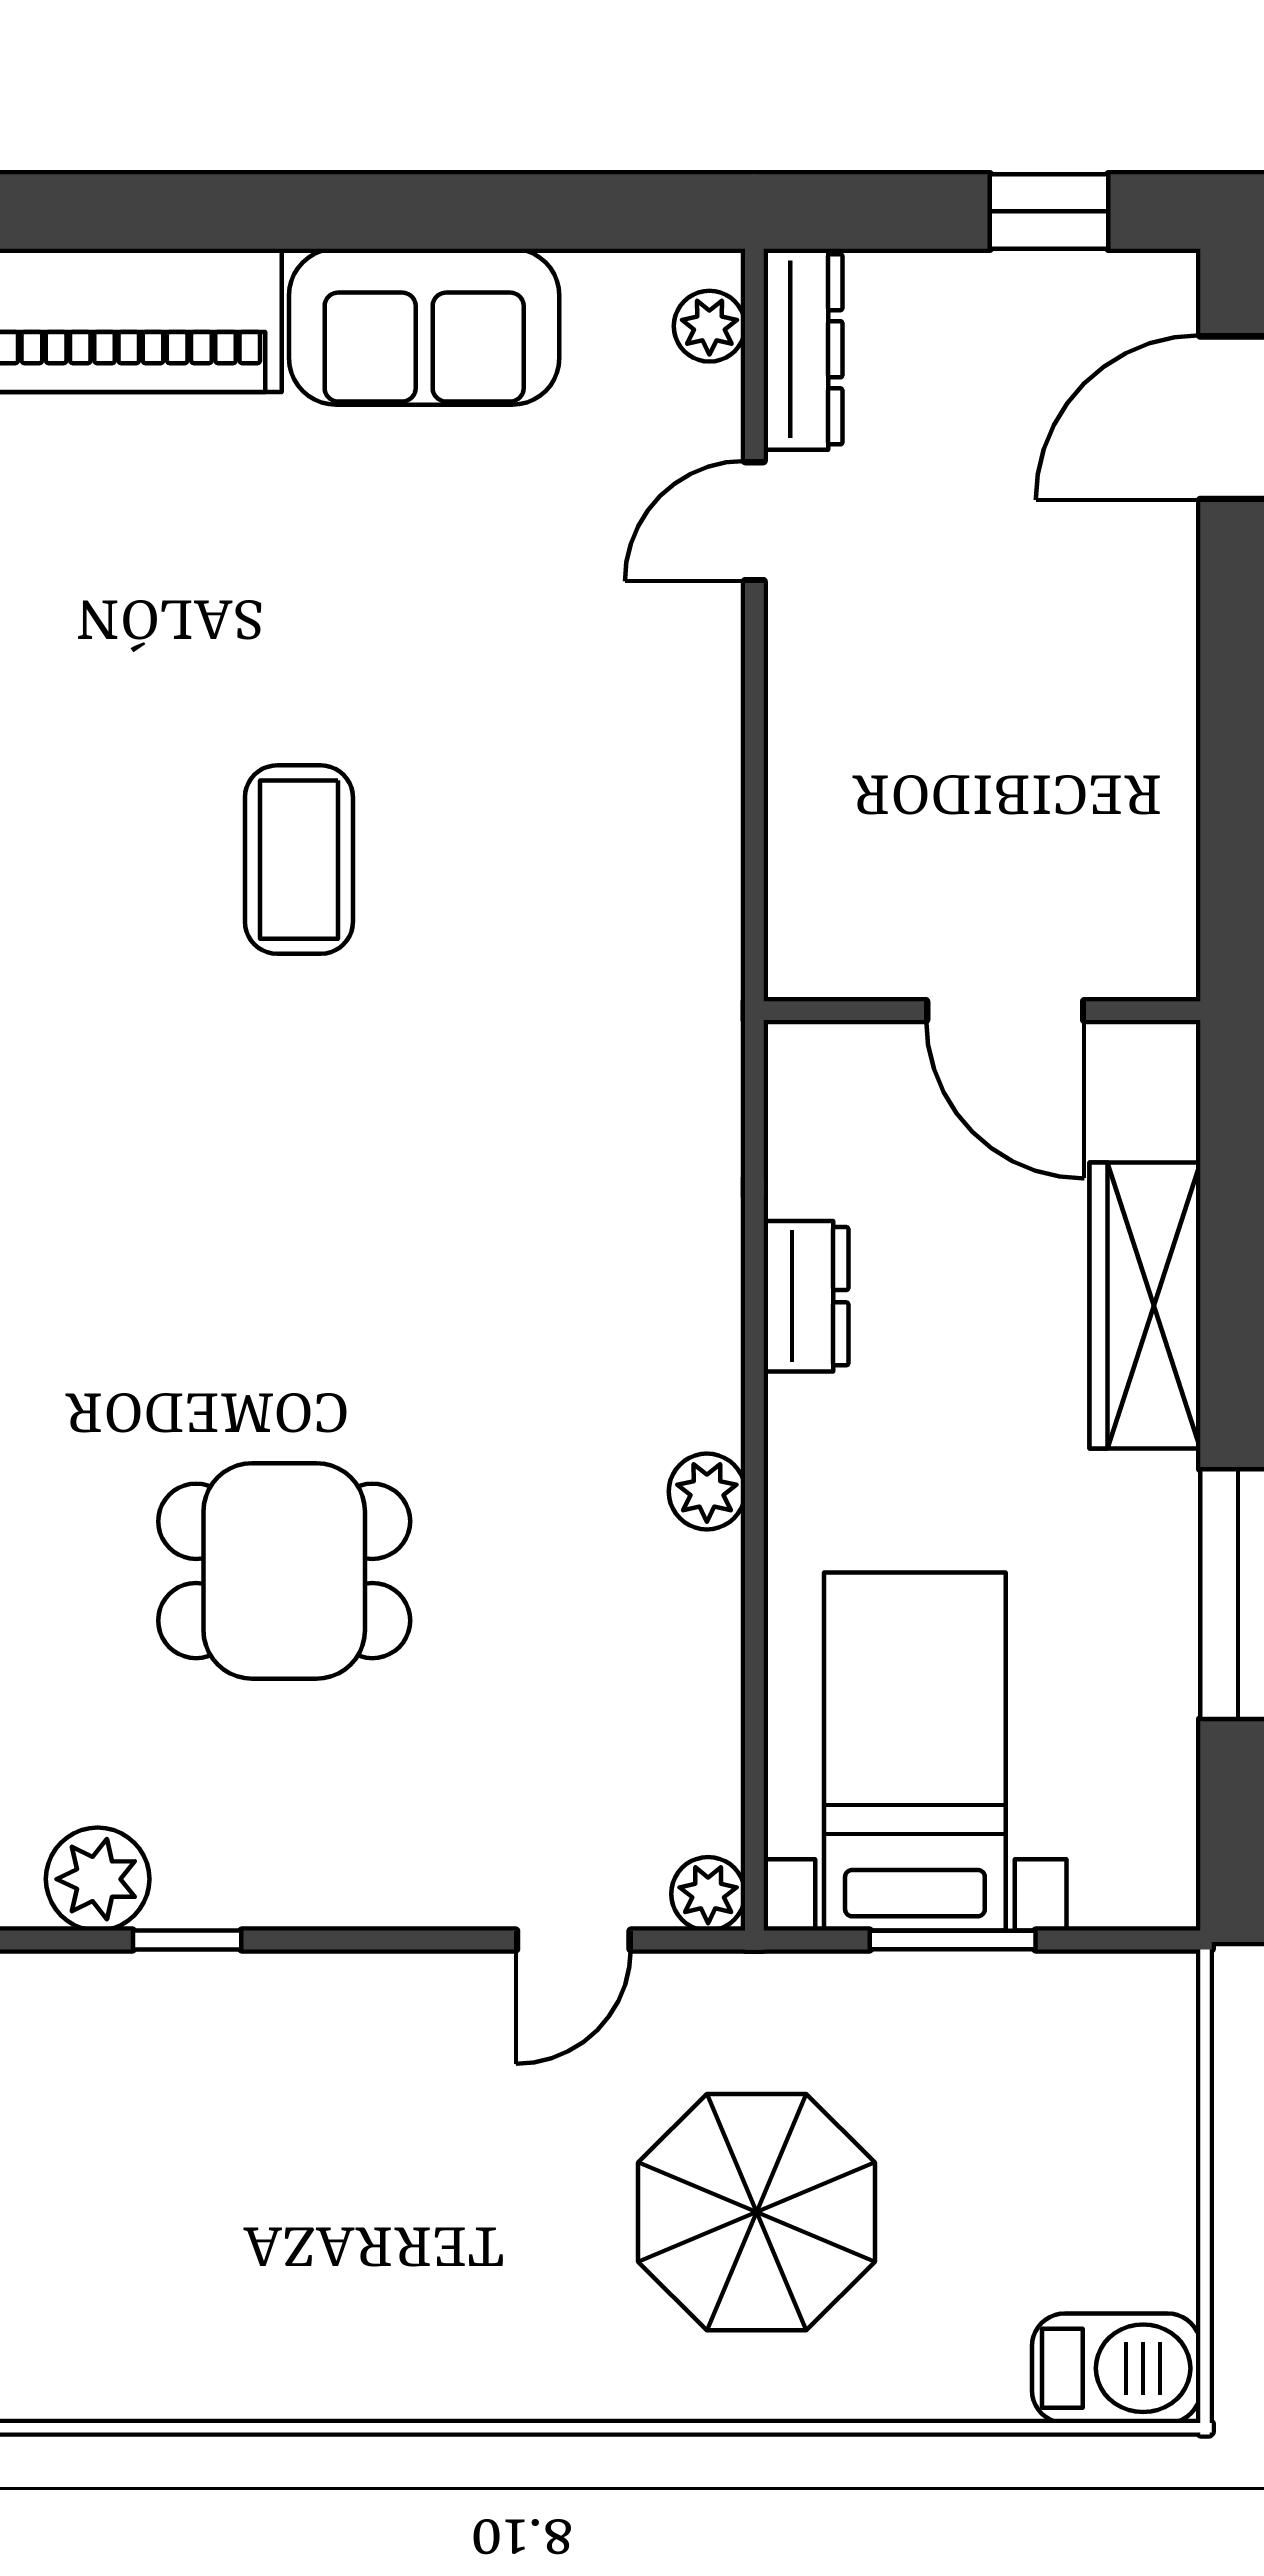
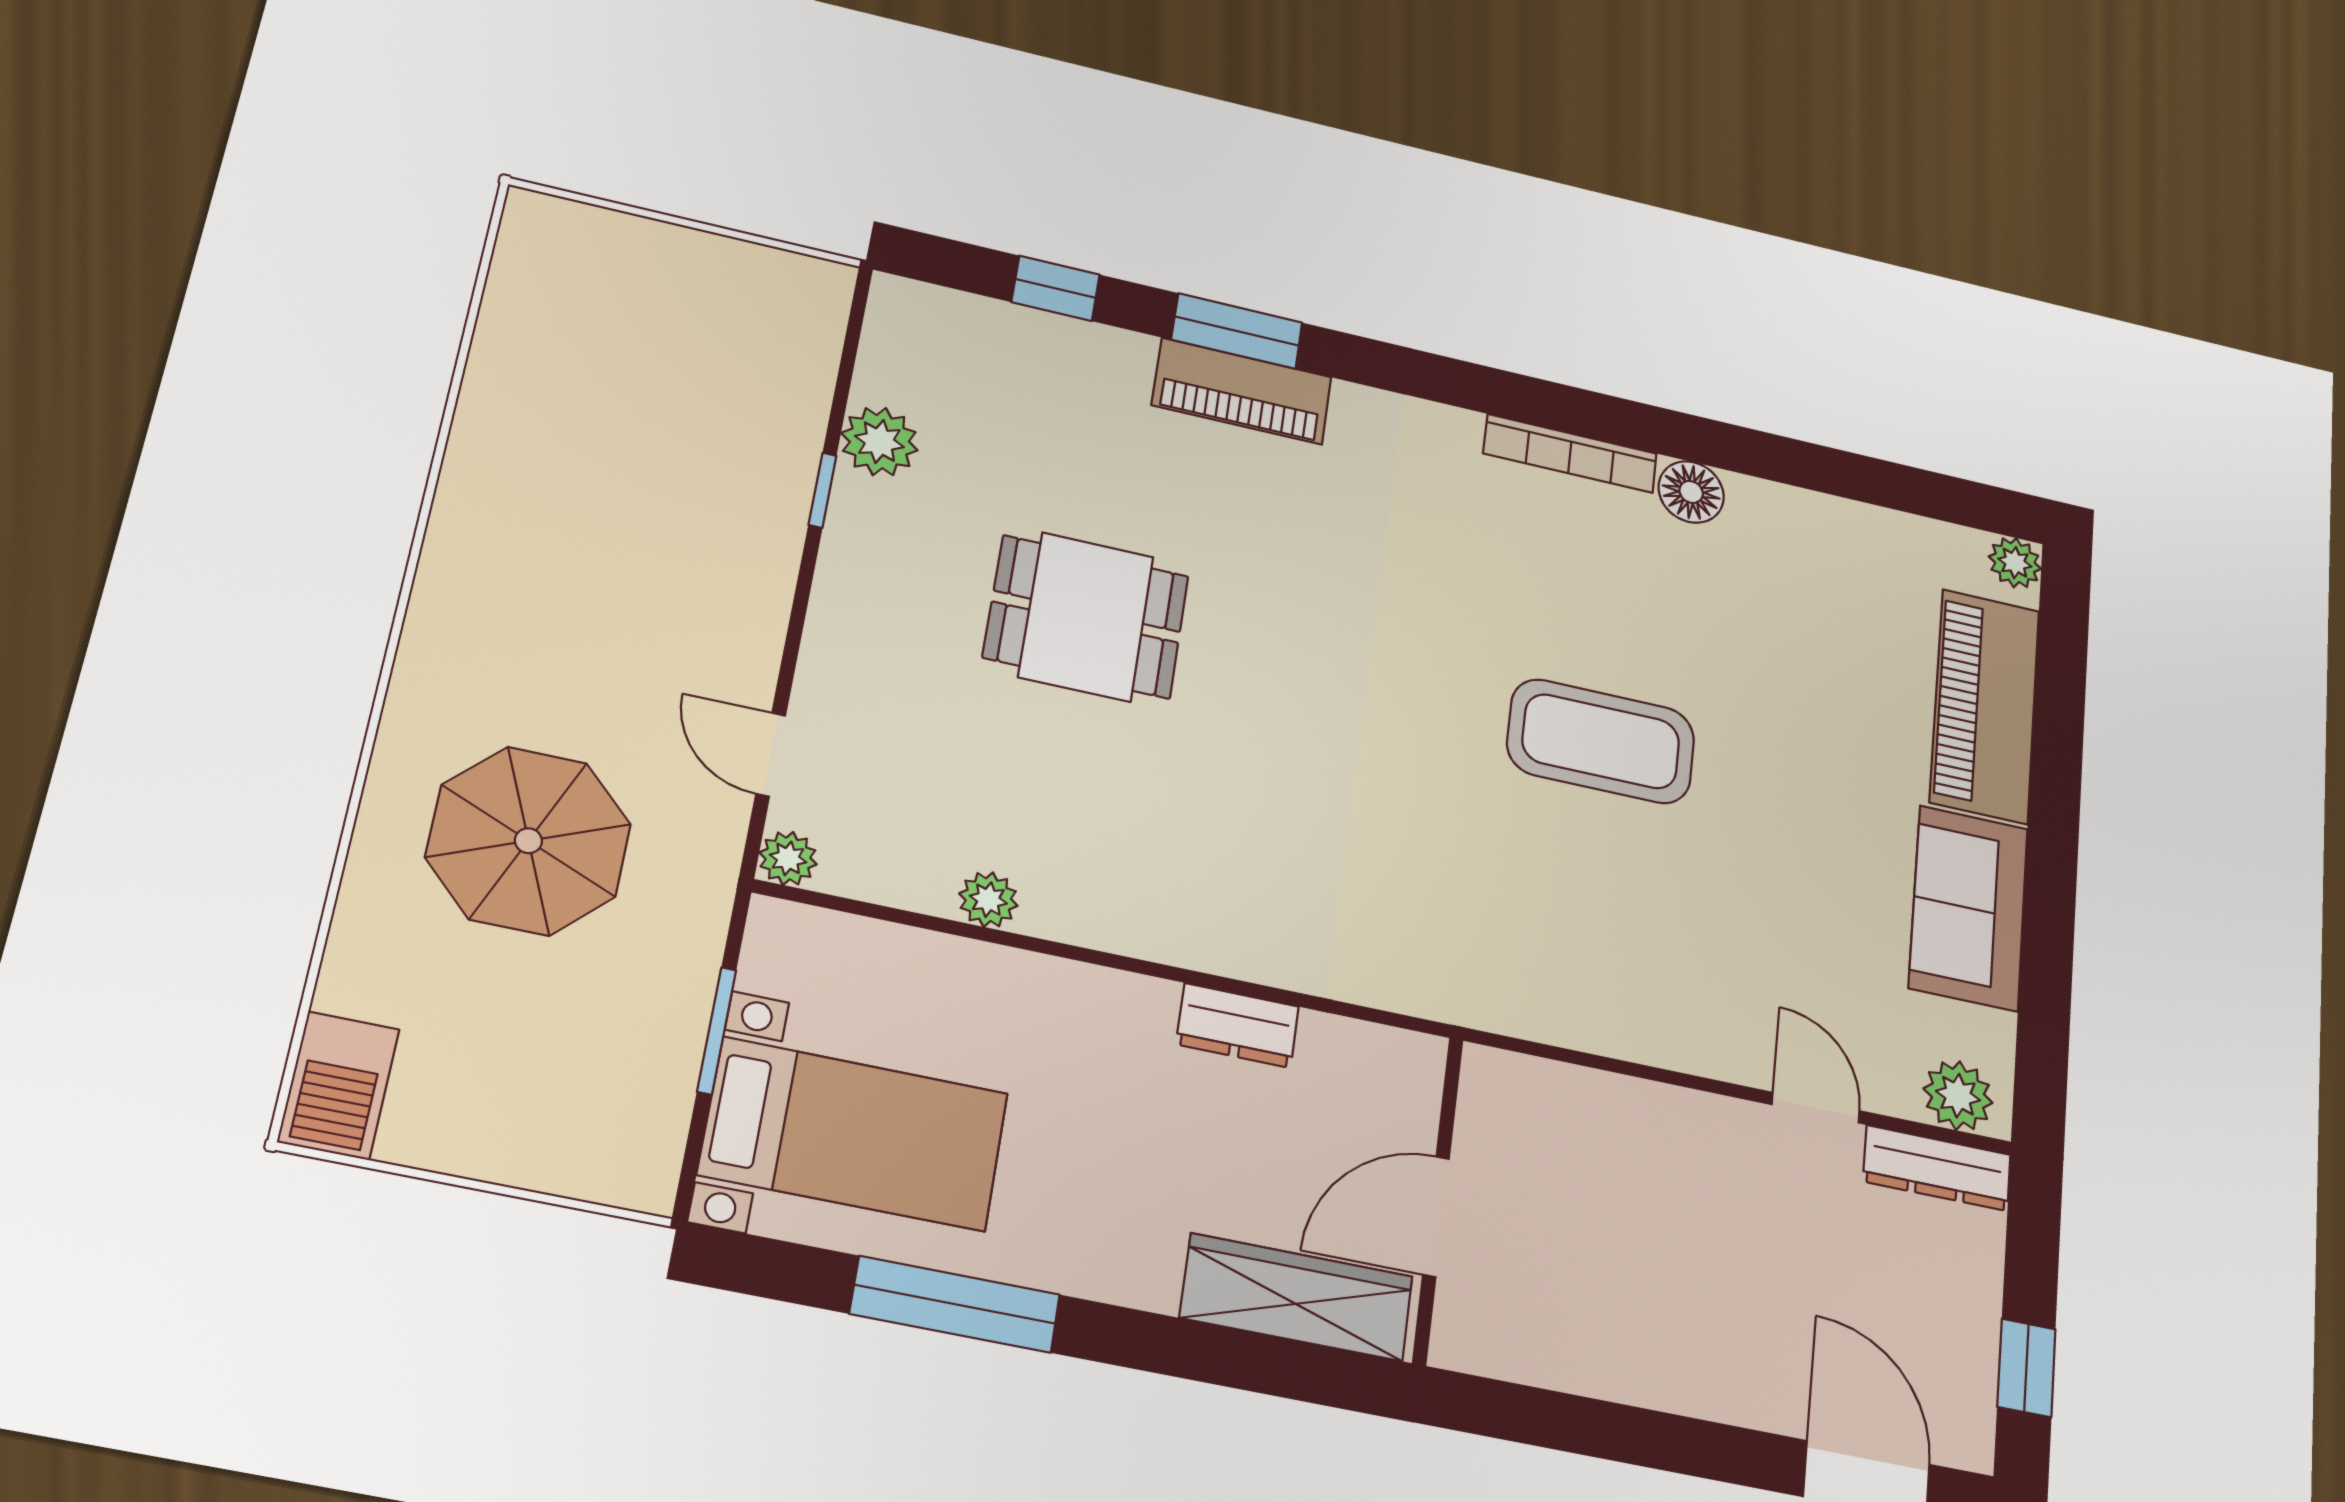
plant: (709, 326) -> (1958, 1096), width x1.38, depth x1.38
coffee table: (299, 860) -> (1601, 741), width x1.36, depth x1.32
wardrobe: (1145, 1305) -> (1297, 1297), moved
plant: (707, 1491) -> (988, 900), moved
dining table: (284, 1571) -> (1086, 617), turned 90
bed with nightstands: (915, 1752) -> (854, 1134), moved

